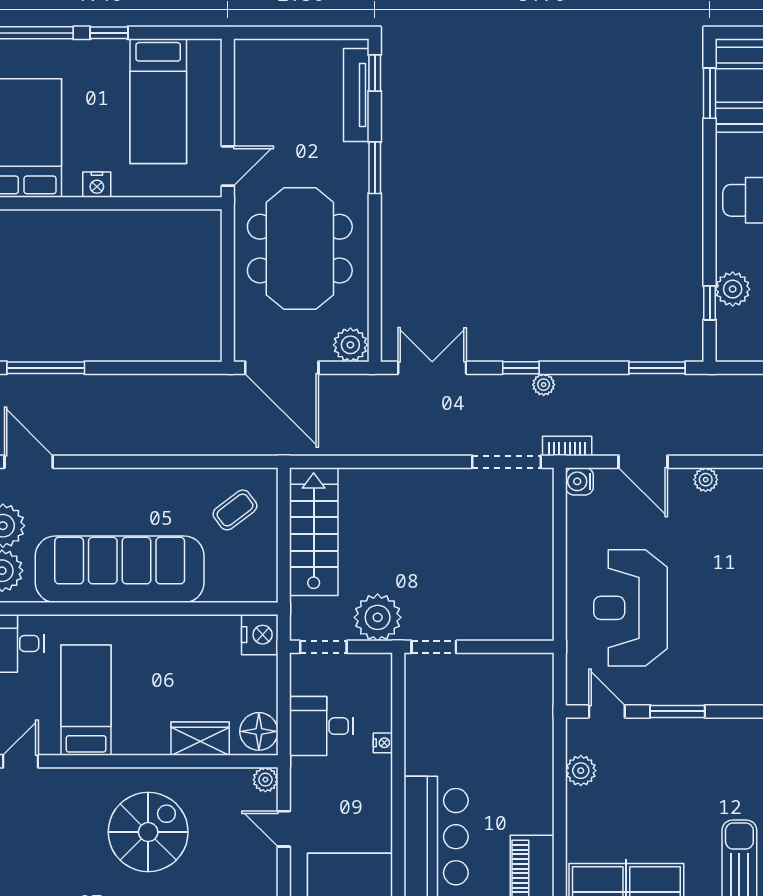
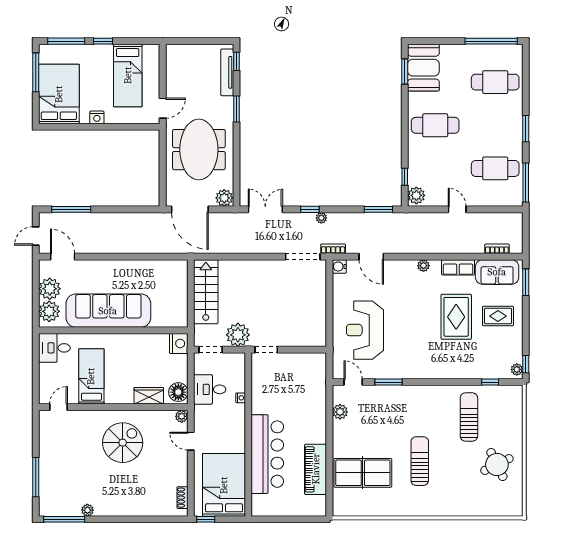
plant: (733, 289) -> (416, 195), moved
plant: (706, 480) -> (423, 266), moved
coffee table: (235, 510) -> (166, 281), removed

